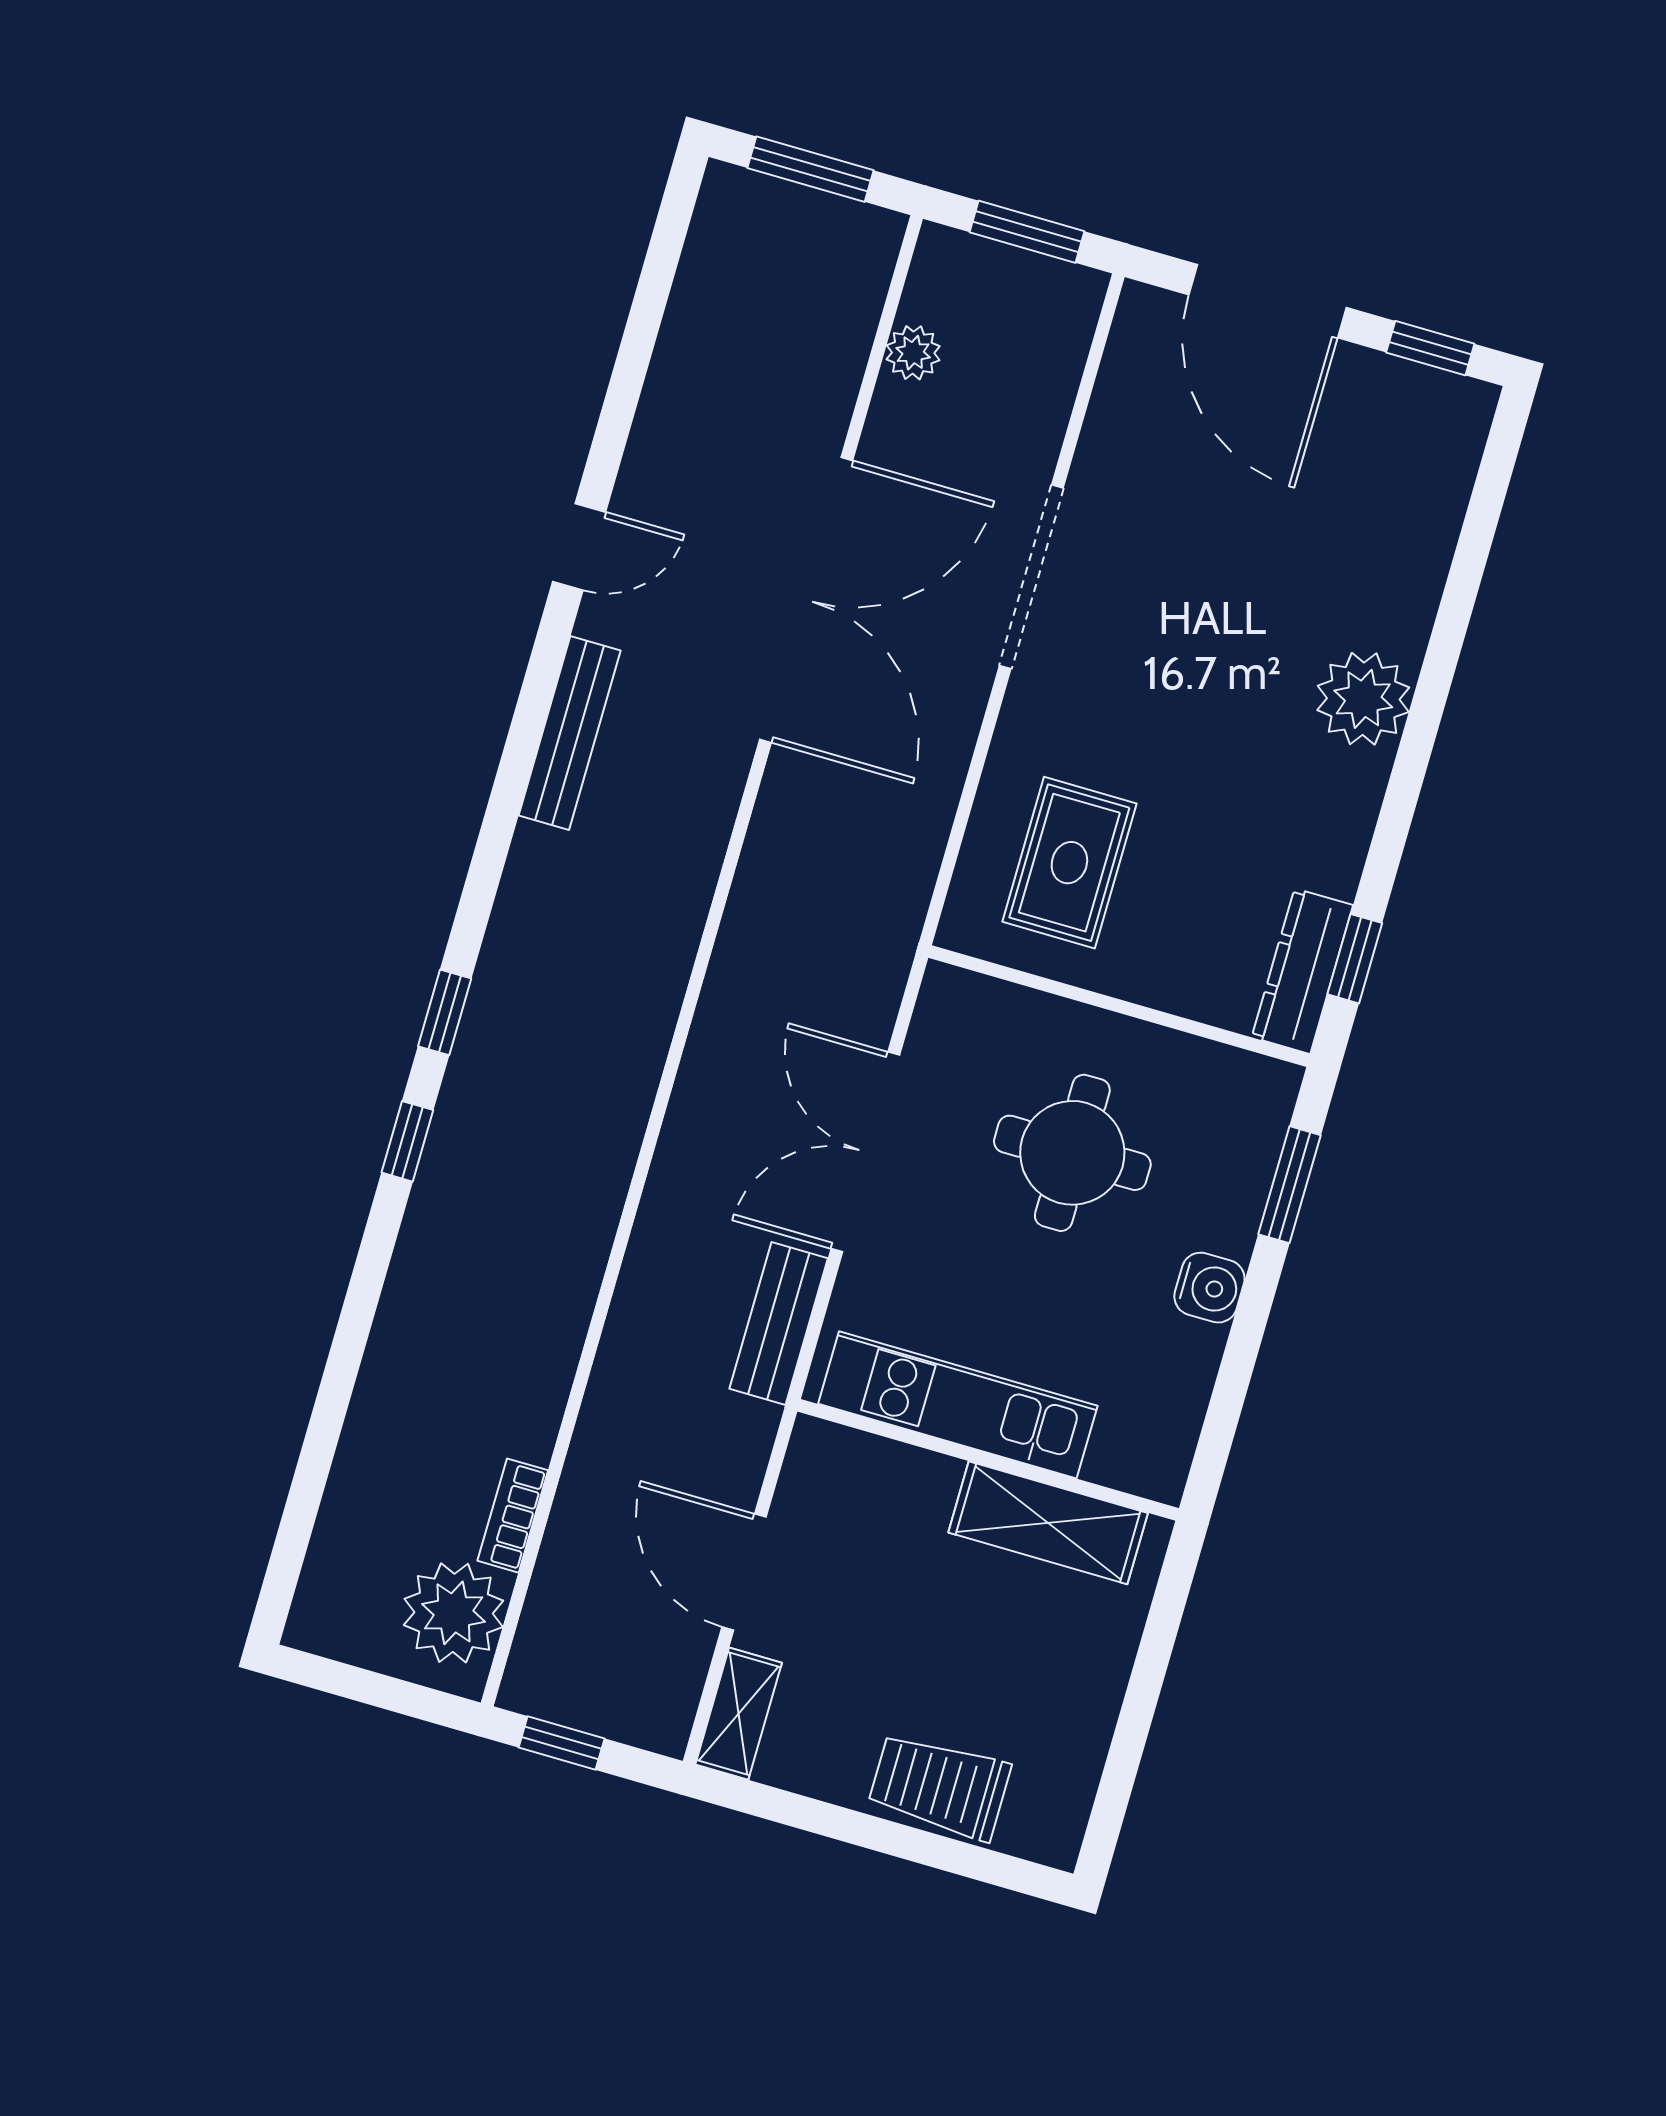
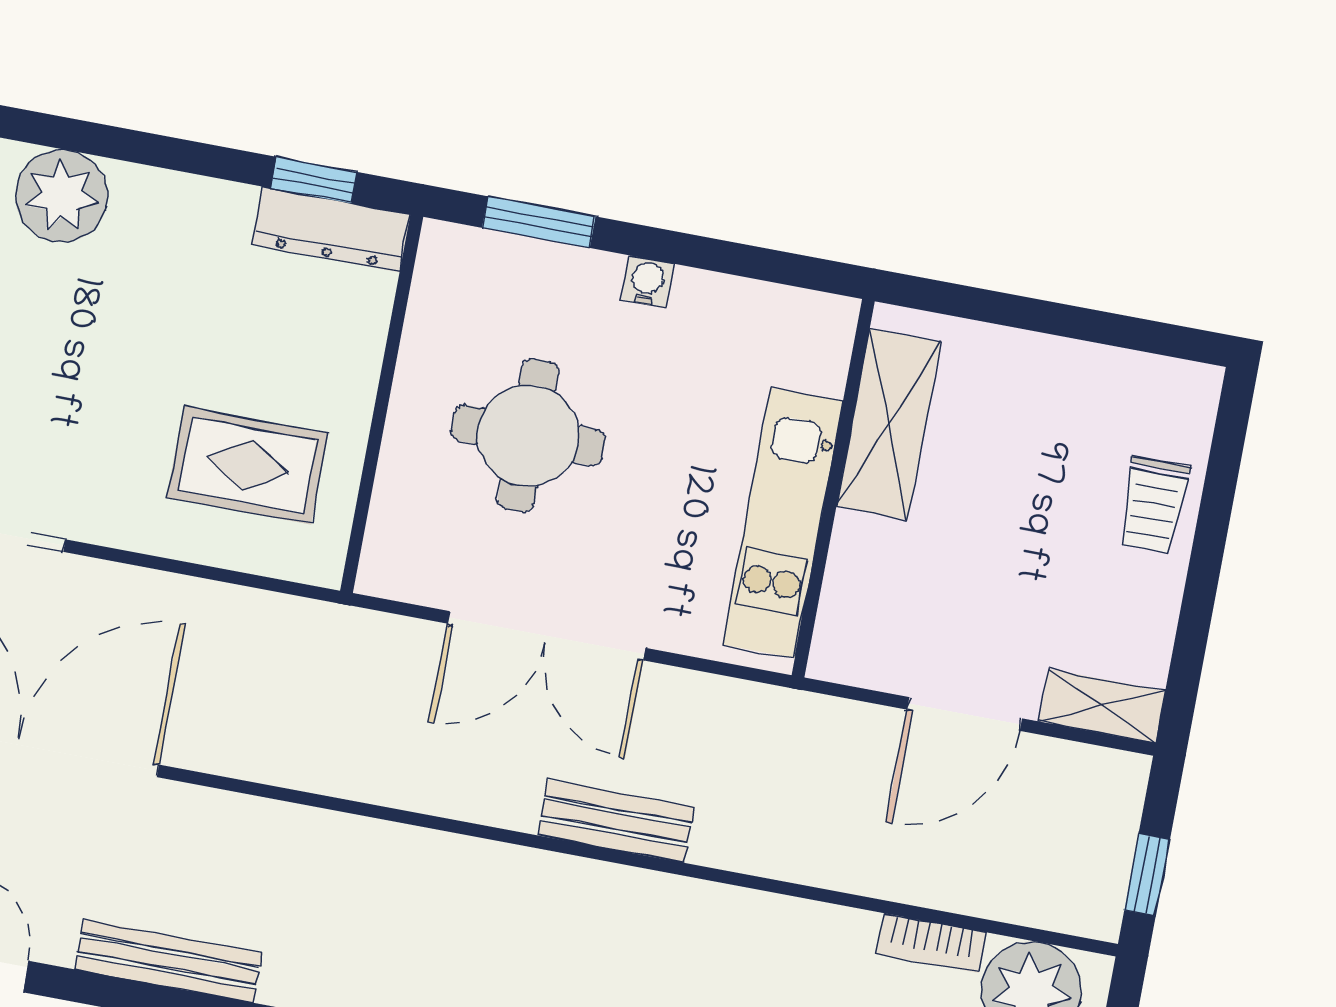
water cooler: (1209, 1288) -> (647, 282), width x0.72, depth x0.72
bench: (779, 1324) -> (616, 821), moved
trolley: (939, 1786) -> (1154, 505), width x0.73, depth x0.72

